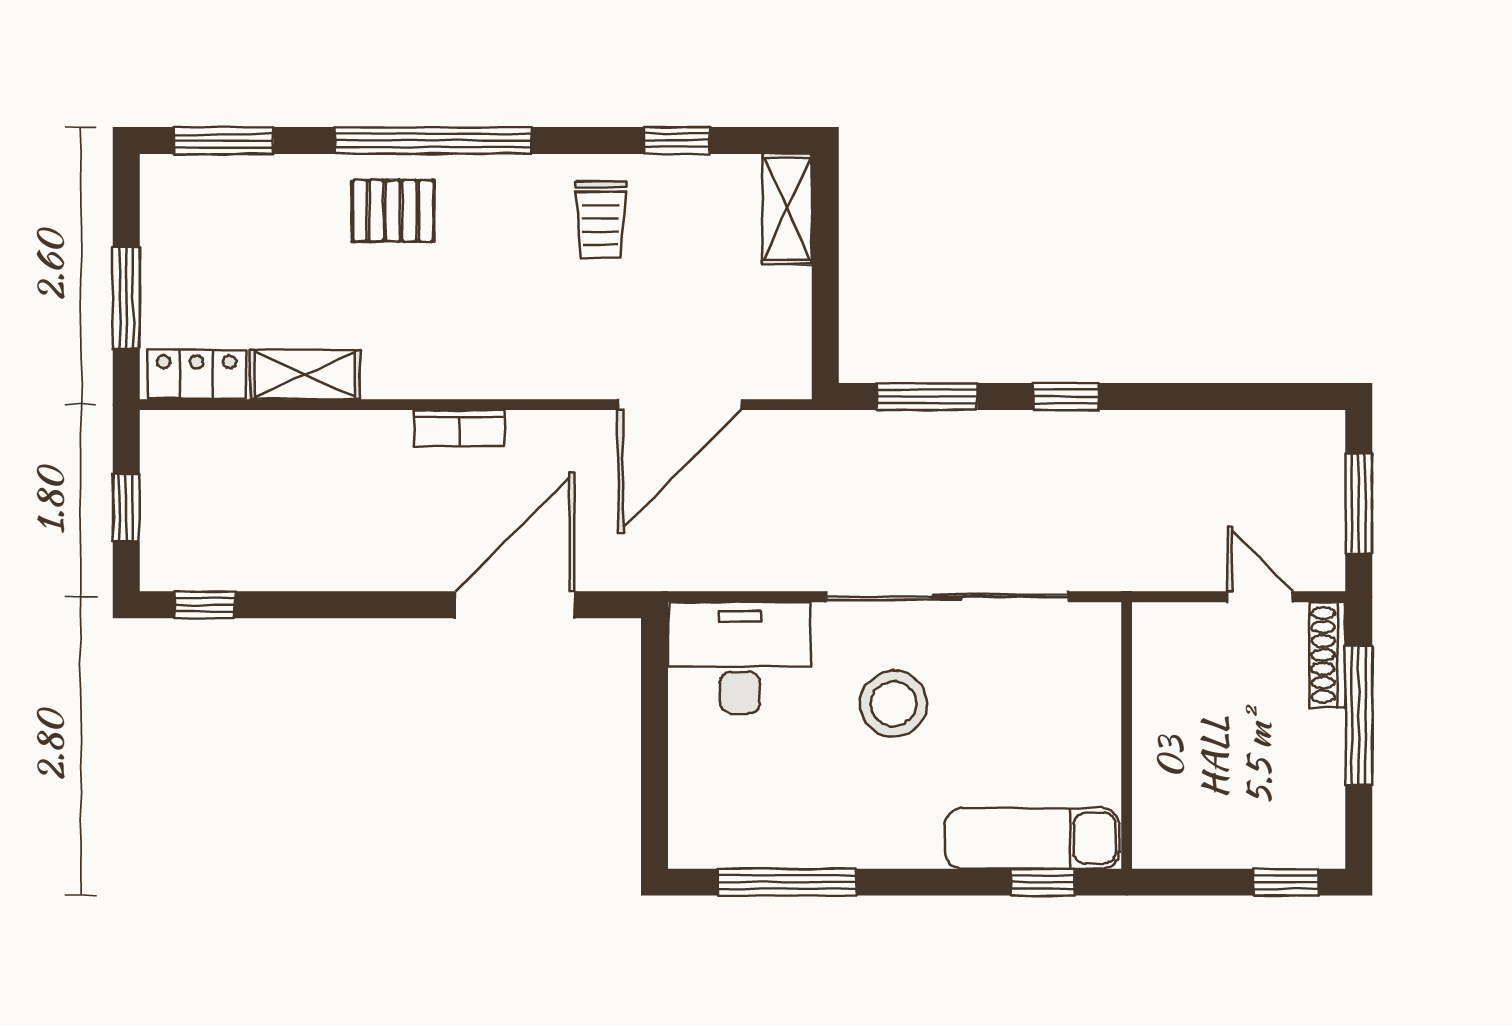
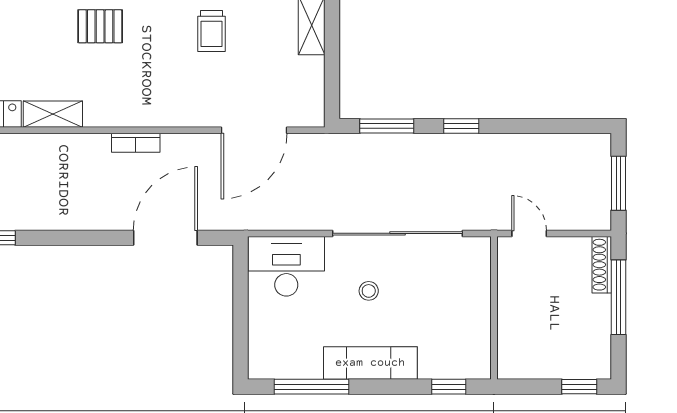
door: (1260, 597) -> (529, 233), moved
stool: (893, 704) -> (369, 291), width x0.53, depth x0.53
exam couch: (1032, 838) -> (370, 363), moved

